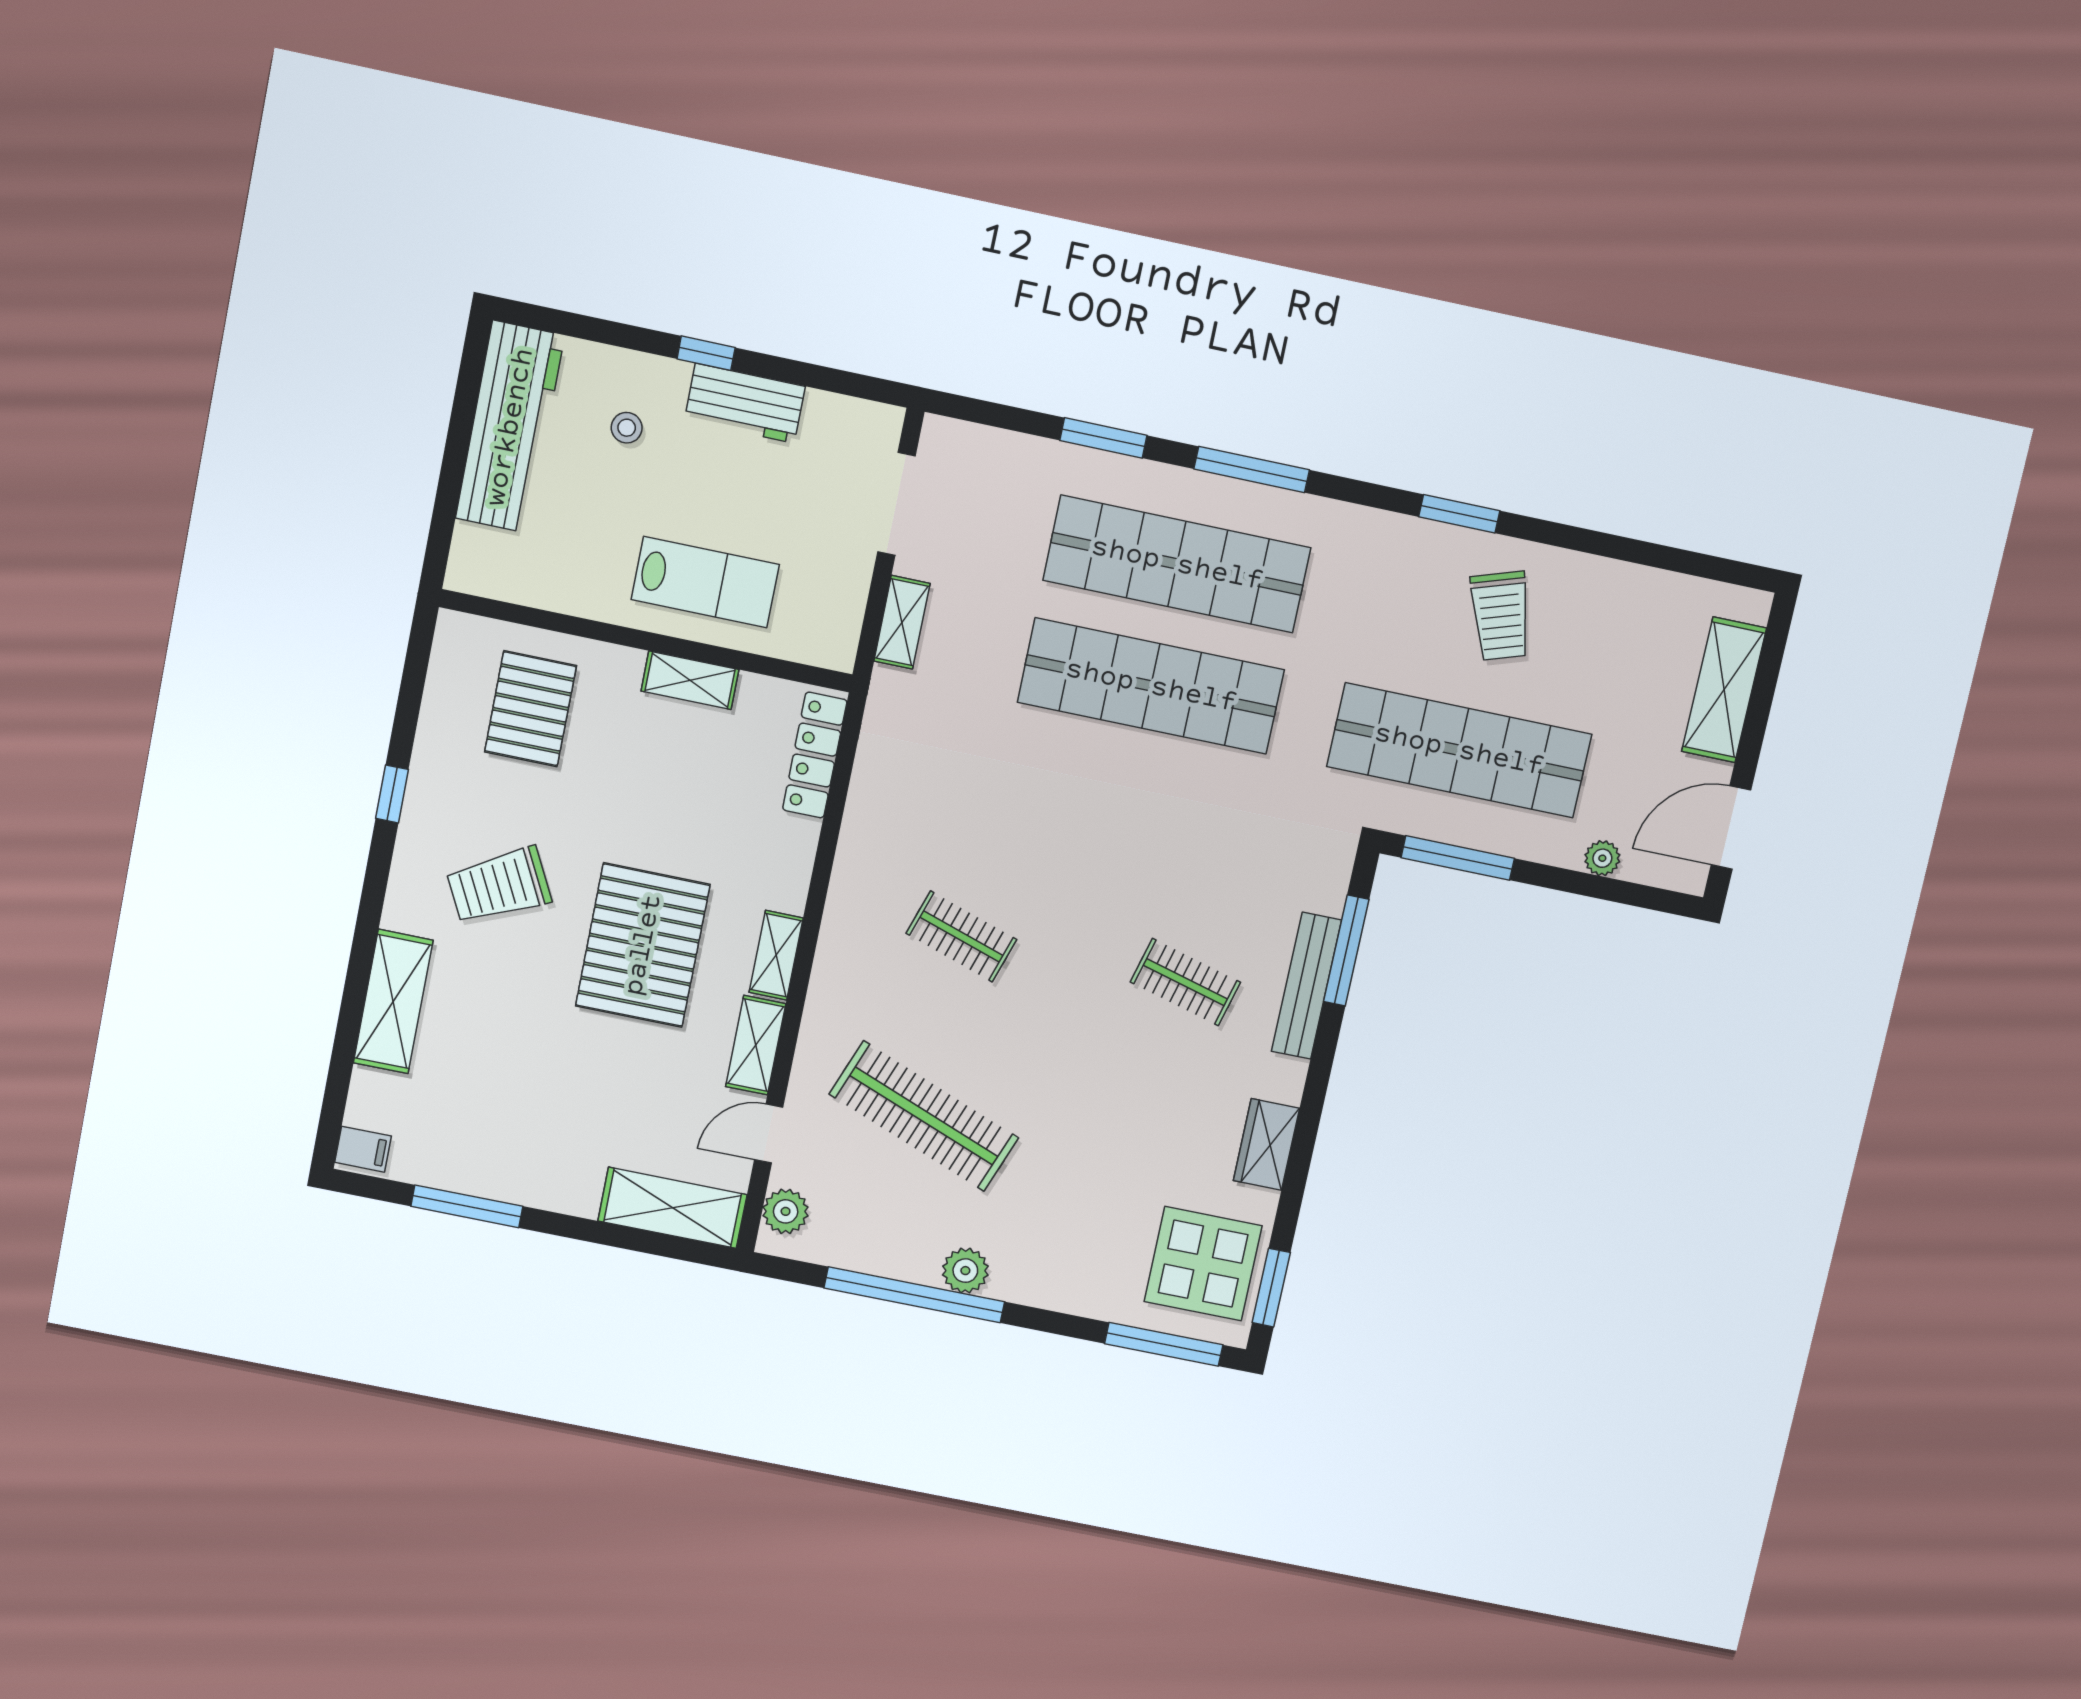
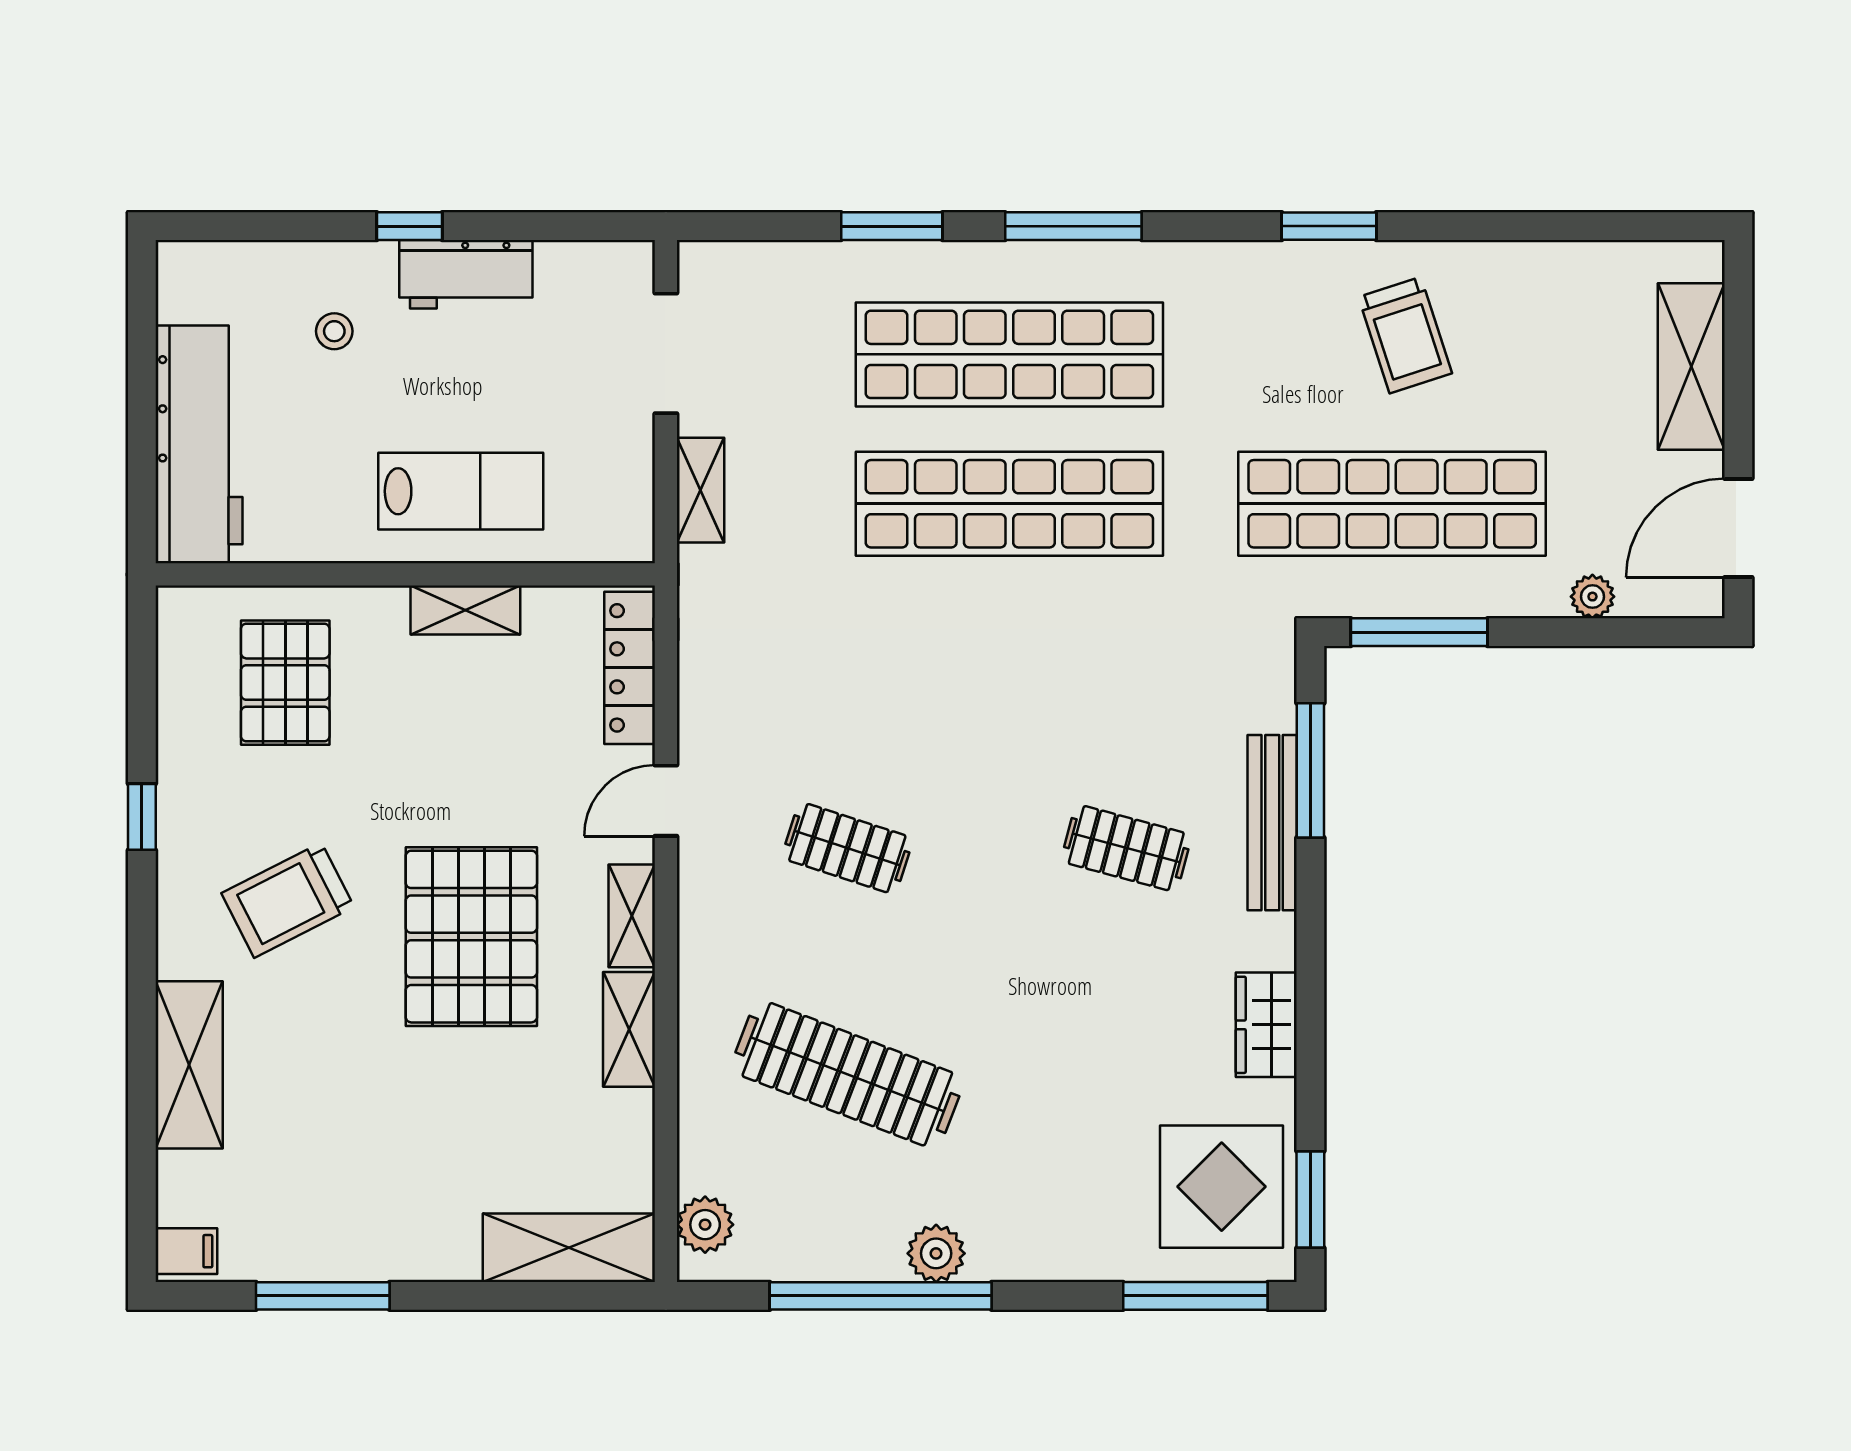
workbench: (510, 427) -> (199, 444), moved
door: (769, 1134) -> (666, 801), moved

